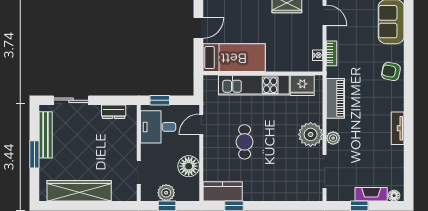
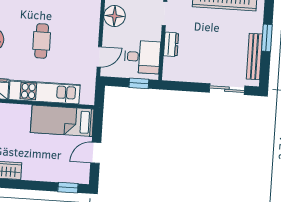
dresser: (114, 112) -> (171, 44), moved, turned 90
cafe table: (245, 142) -> (42, 41), moved

